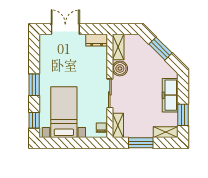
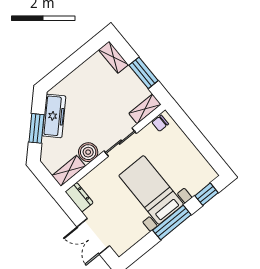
window: (34, 85) -> (172, 222), width x1.44
freezer: (170, 95) -> (54, 116), moved, turned -45
bed with nightstands: (64, 112) -> (151, 190), moved, turned 90
window: (183, 115) -> (83, 54), removed

